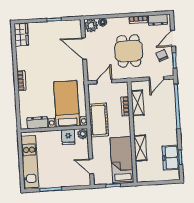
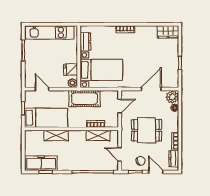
door: (104, 82) -> (120, 106), hinge flipped
freezer: (171, 158) -> (41, 163), width x1.40
door: (91, 166) -> (42, 89), hinge flipped

